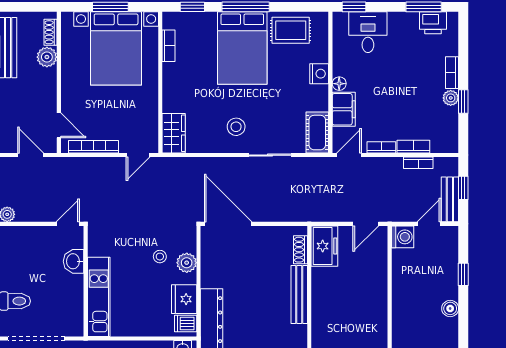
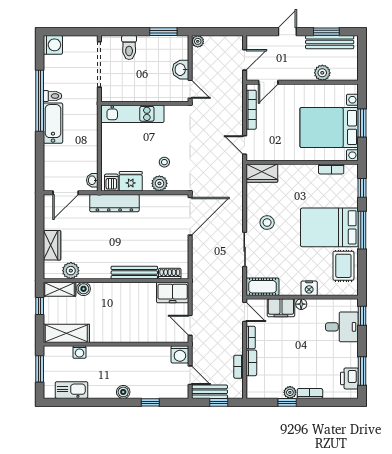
shoe rack: (51, 32) -> (342, 76), removed
washbasin: (74, 261) -> (181, 70), moved, turned -90

